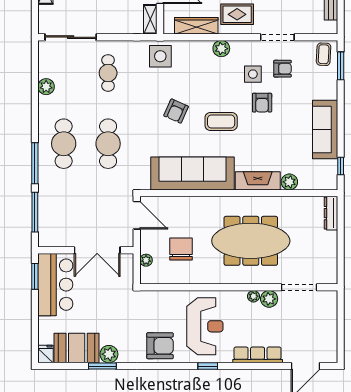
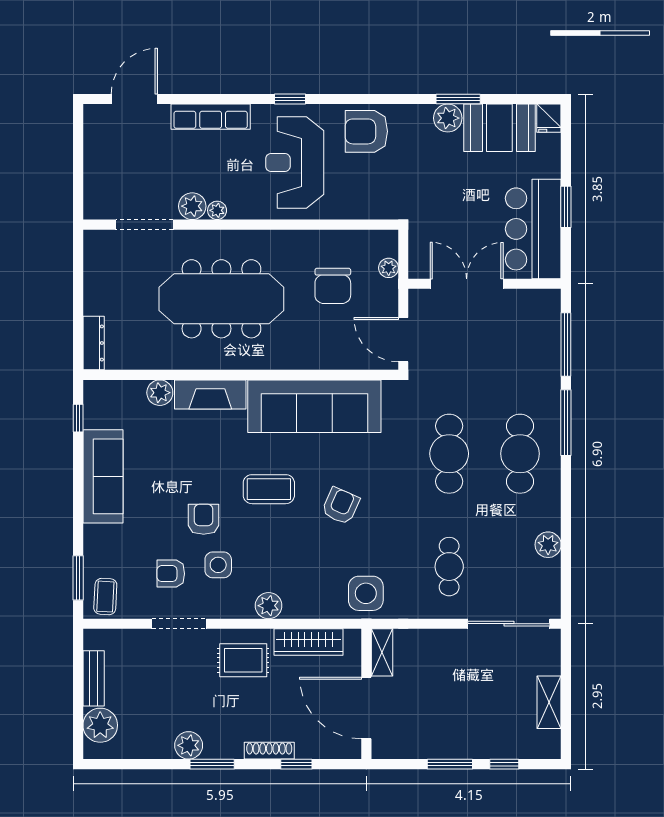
window: (35, 276) -> (566, 207), moved

